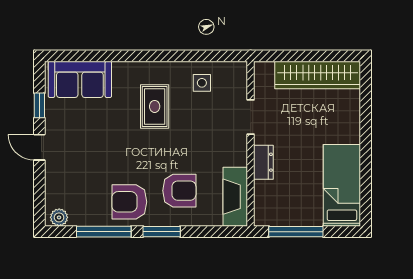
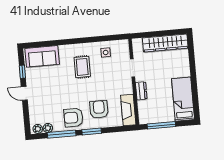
armchair: (179, 191) -> (99, 109), turned -90
plant: (78, 217) -> (48, 128), added

